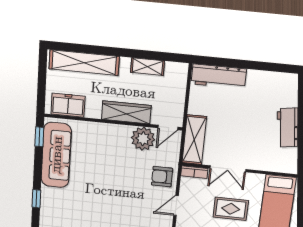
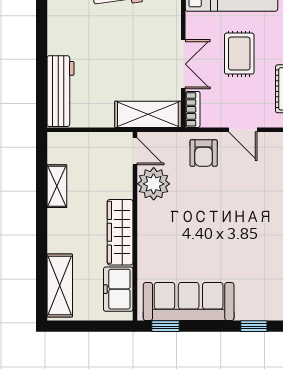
shelving: (84, 63) -> (60, 286), width x0.68
wardrobe: (126, 112) -> (120, 232), moved

